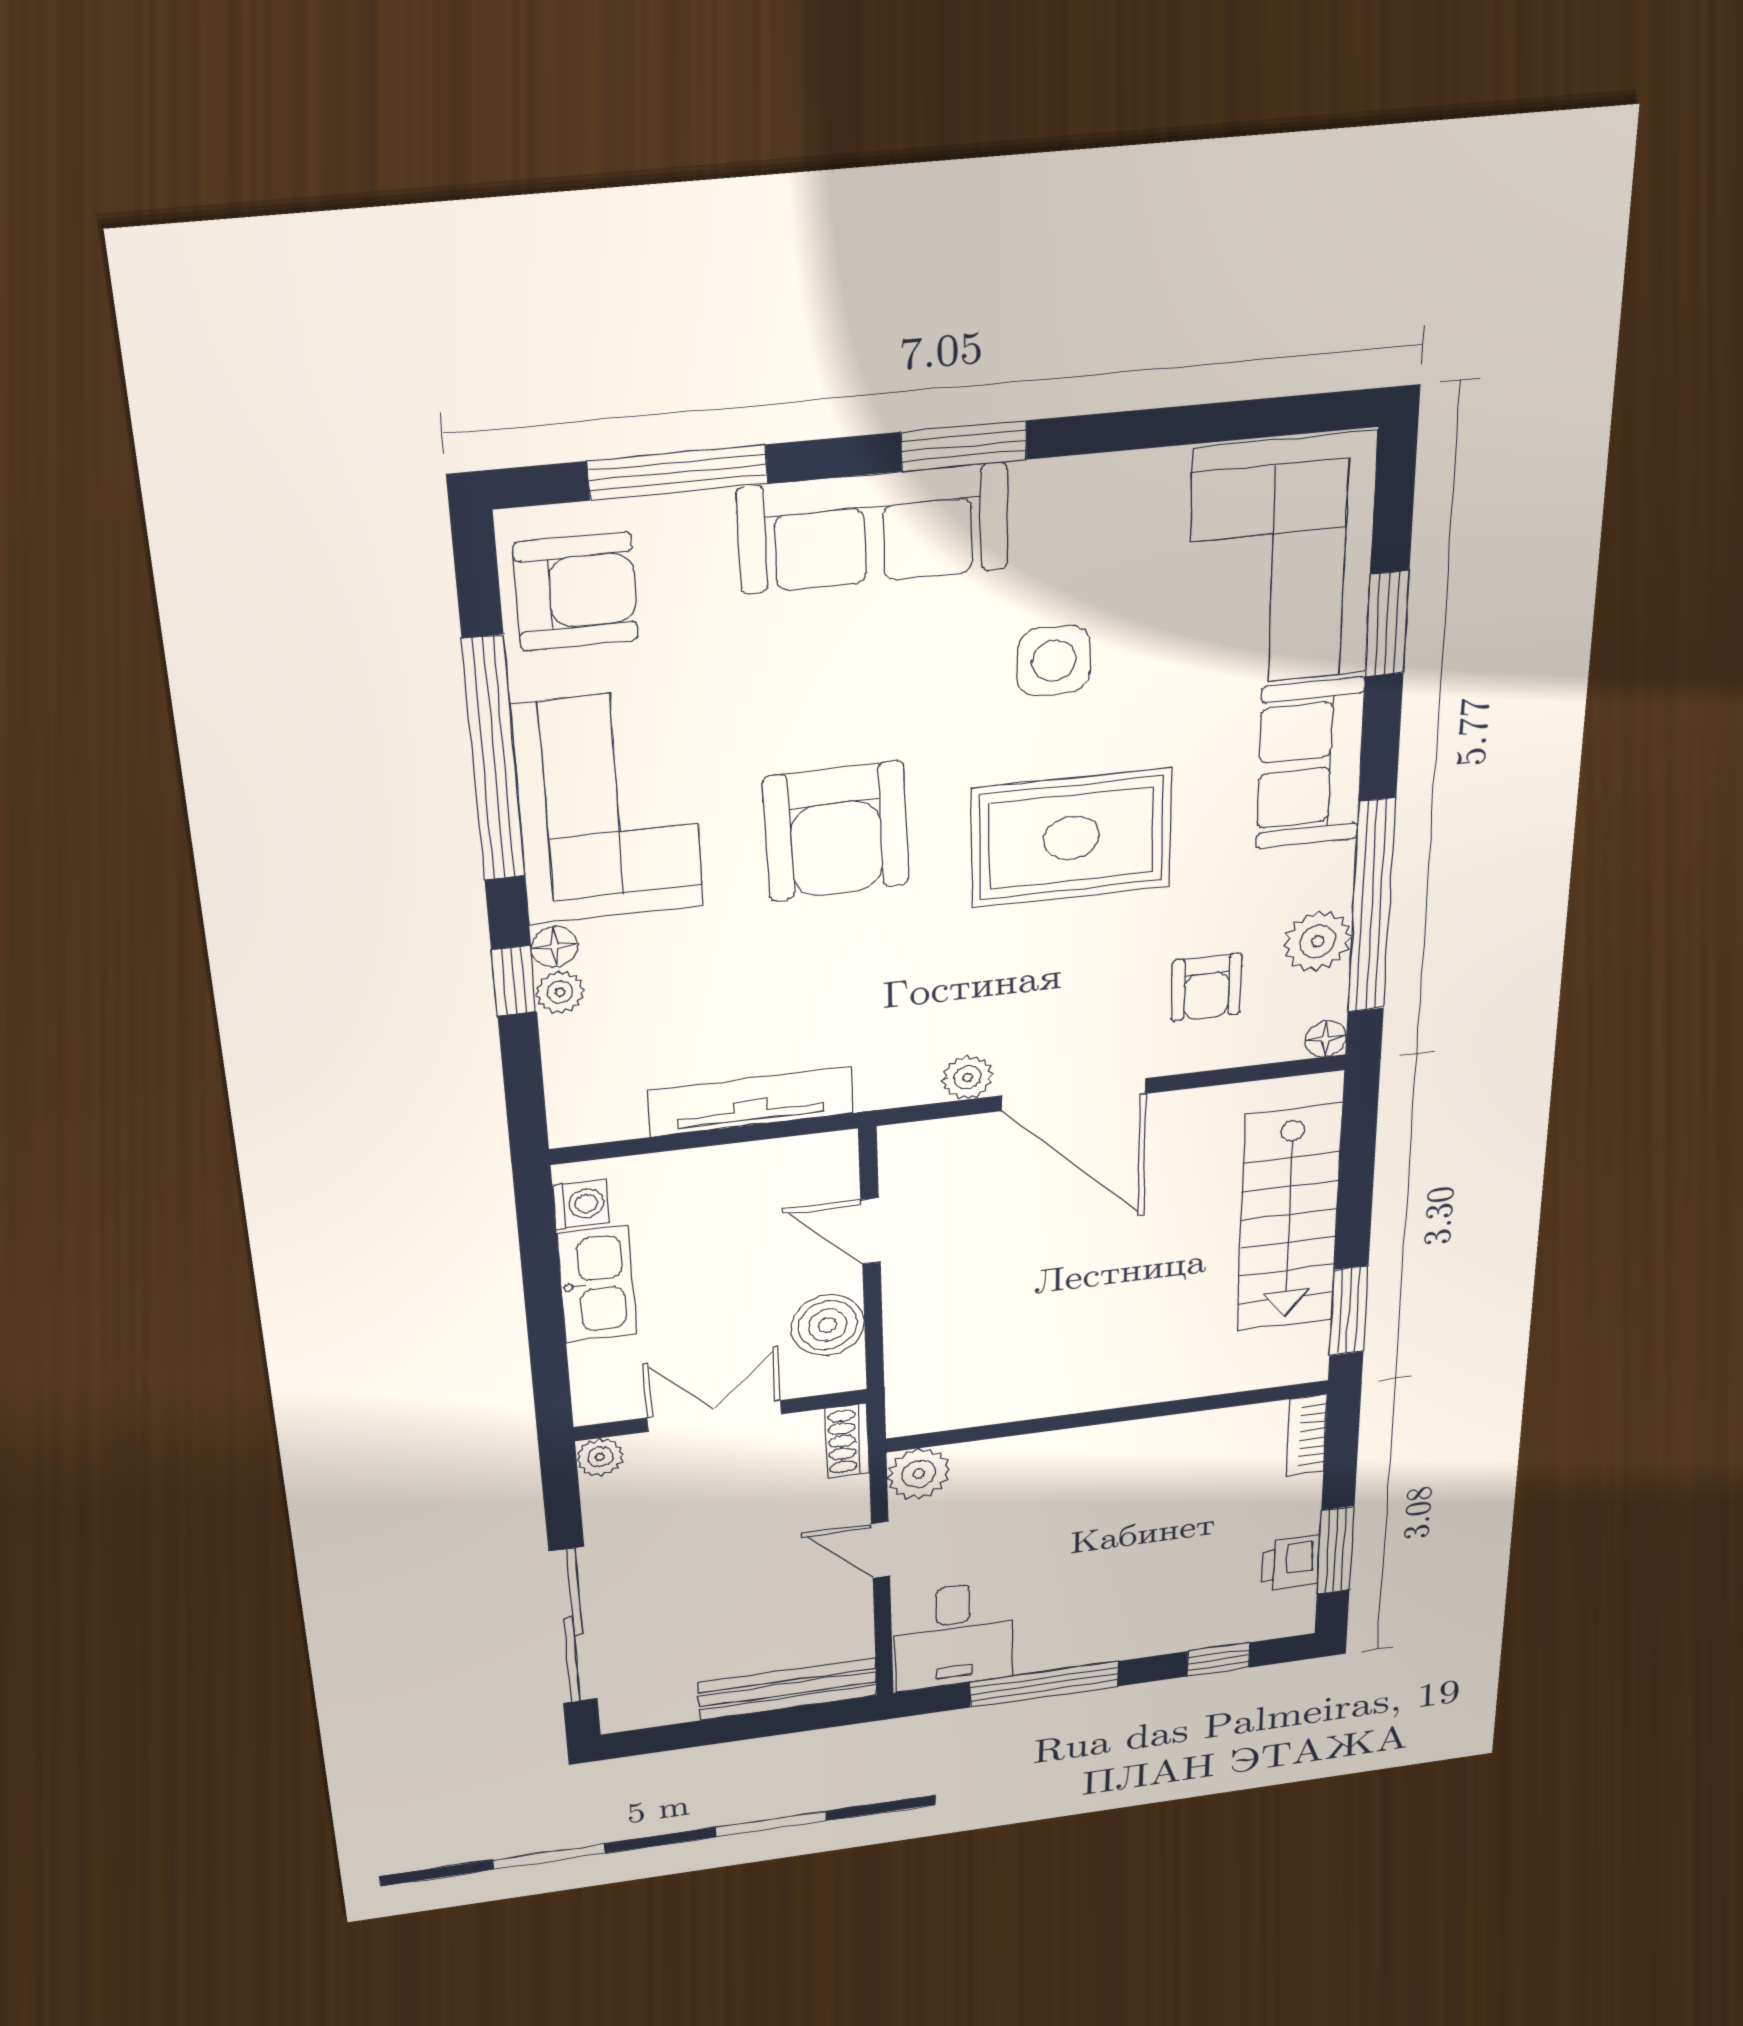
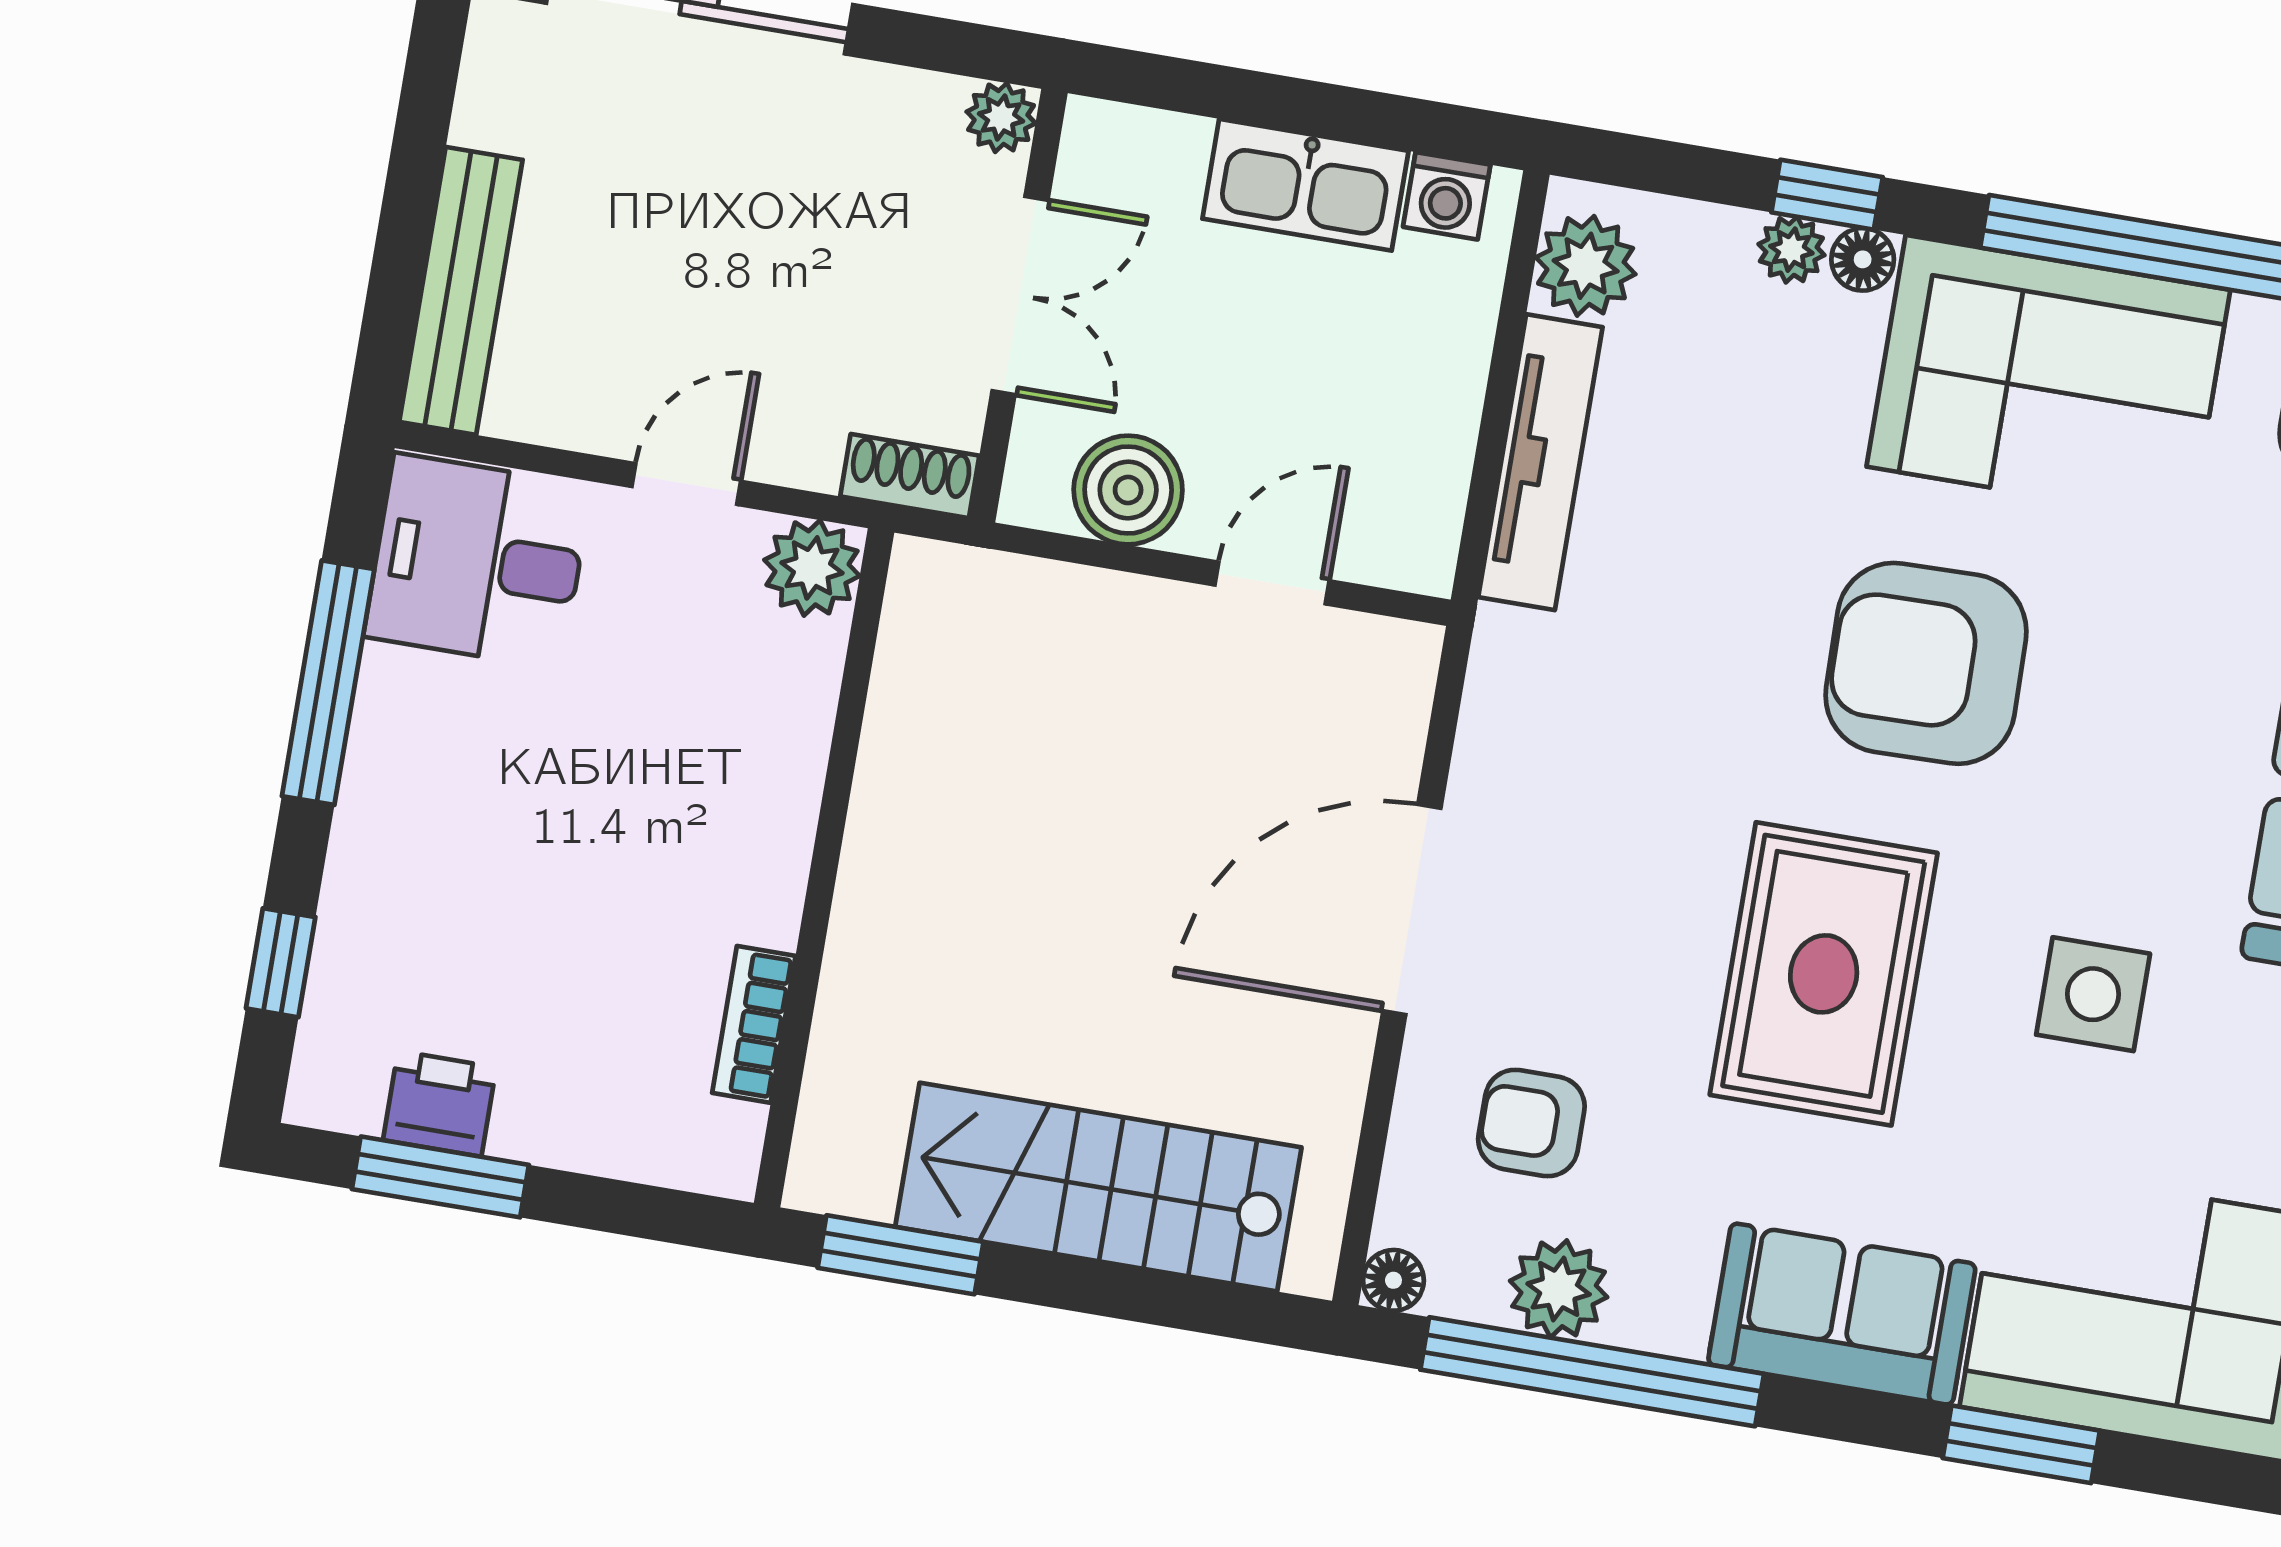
plant: (967, 1077) -> (1586, 266), moved, width x1.38, depth x1.38
bookcase: (1307, 1435) -> (754, 1024), moved, turned -90

